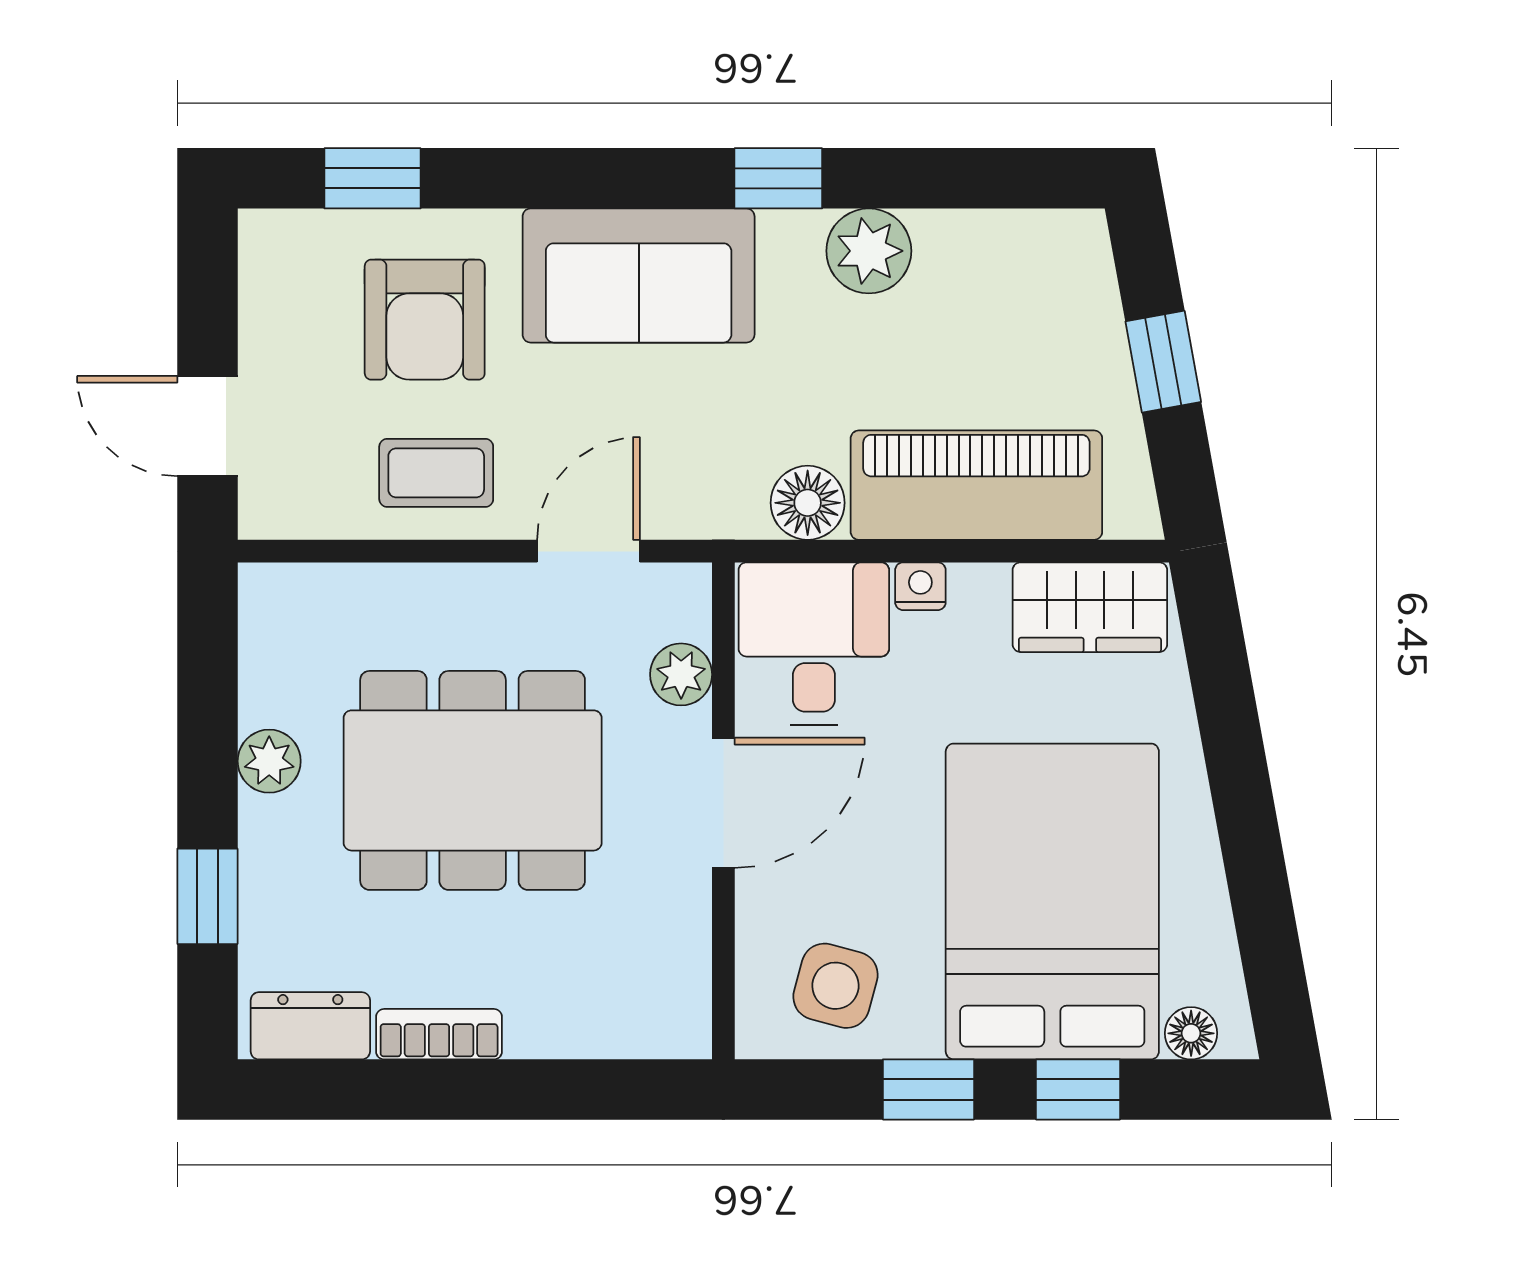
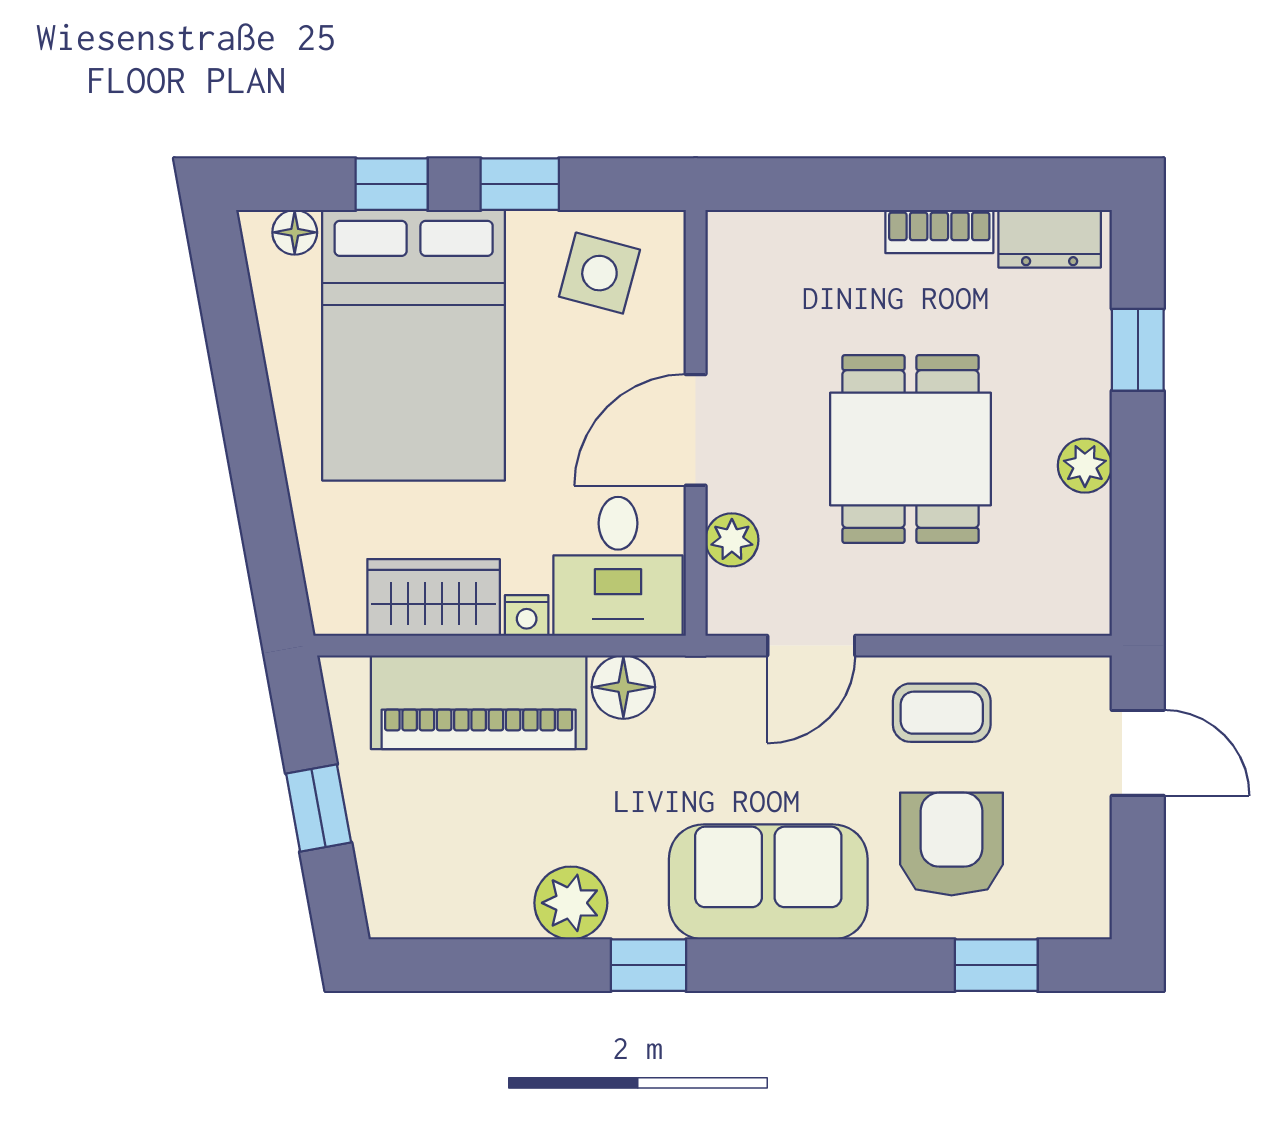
wardrobe: (1090, 607) -> (434, 598), moved
dining table: (473, 780) -> (911, 449), width x0.73

